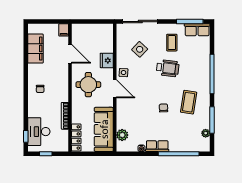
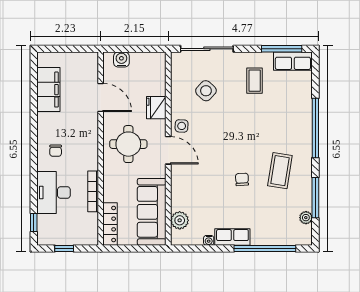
water cooler: (84, 29) -> (121, 60), added
filing cabinet: (64, 30) -> (91, 61), removed
wheelchair: (168, 68) -> (248, 119), removed
desk: (39, 132) -> (54, 193), moved

